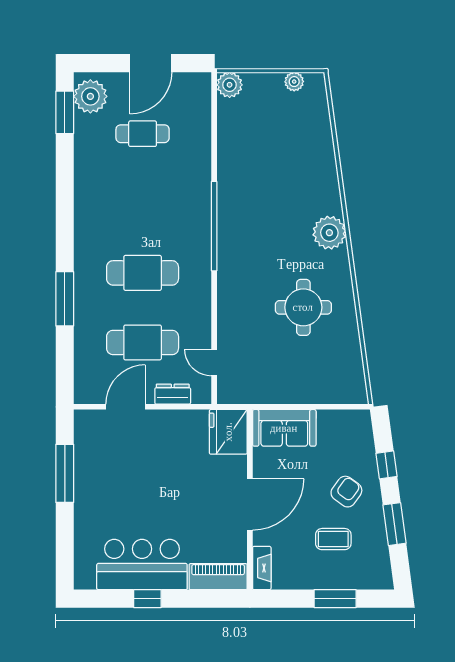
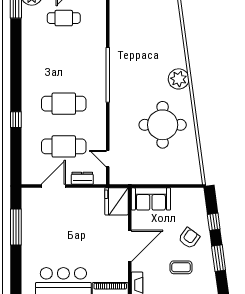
window: (65, 299) -> (16, 120), width x0.46
round table: (303, 307) -> (163, 125), width x1.36, depth x1.36

